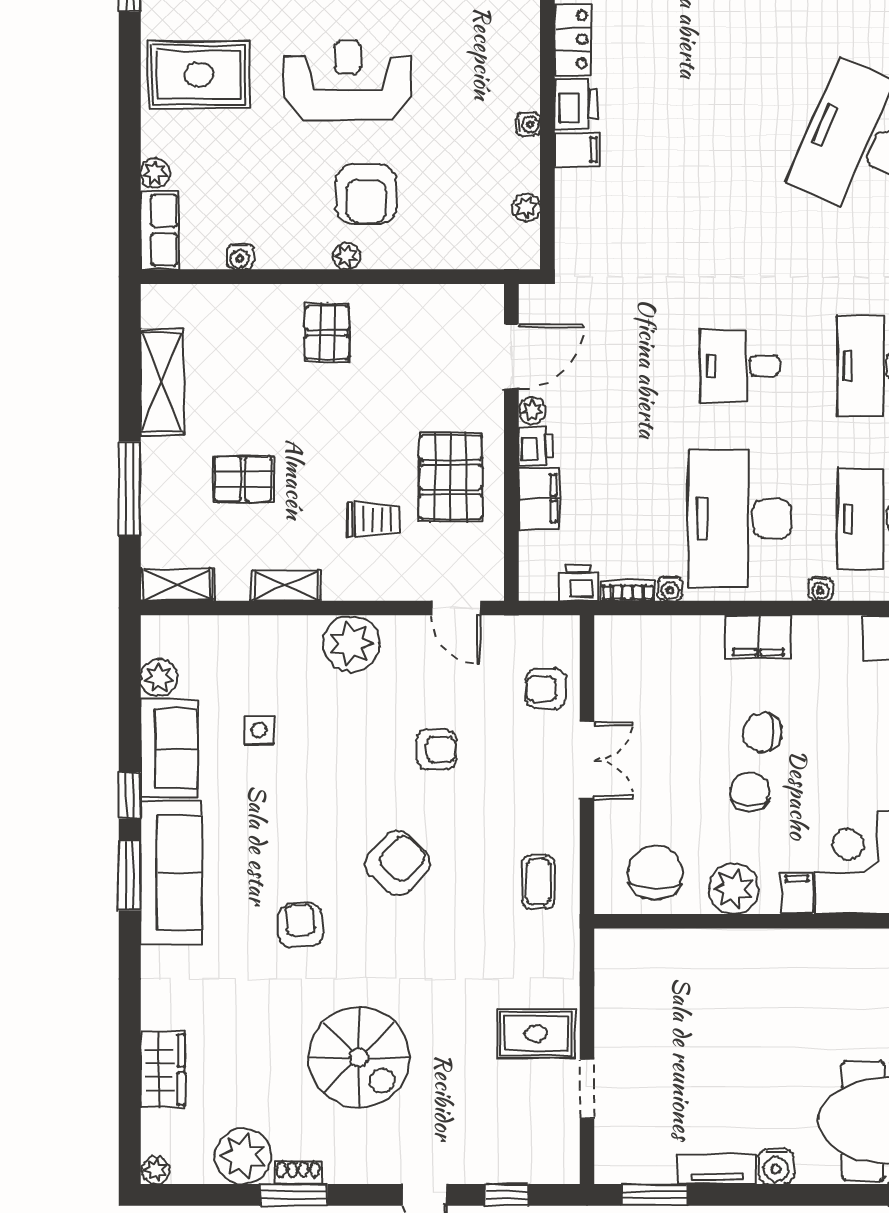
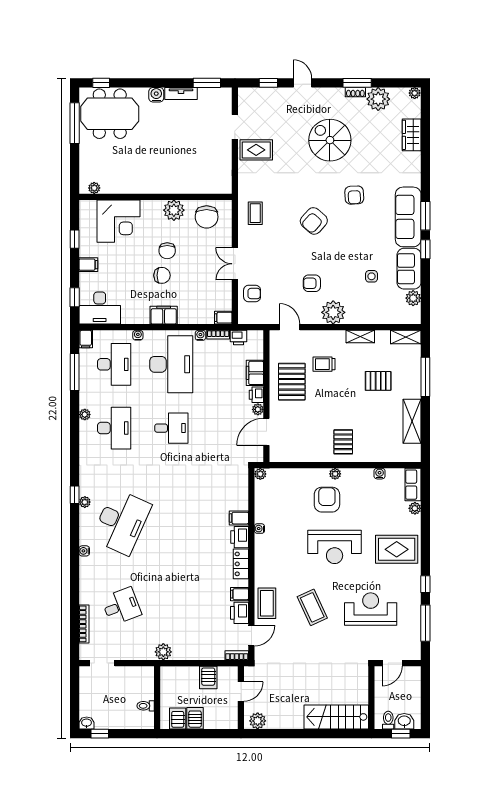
plant: (526, 207) -> (260, 474), moved
armchair: (436, 749) -> (312, 283), moved
filing cabinet: (797, 893) -> (223, 318), moved, turned 90

